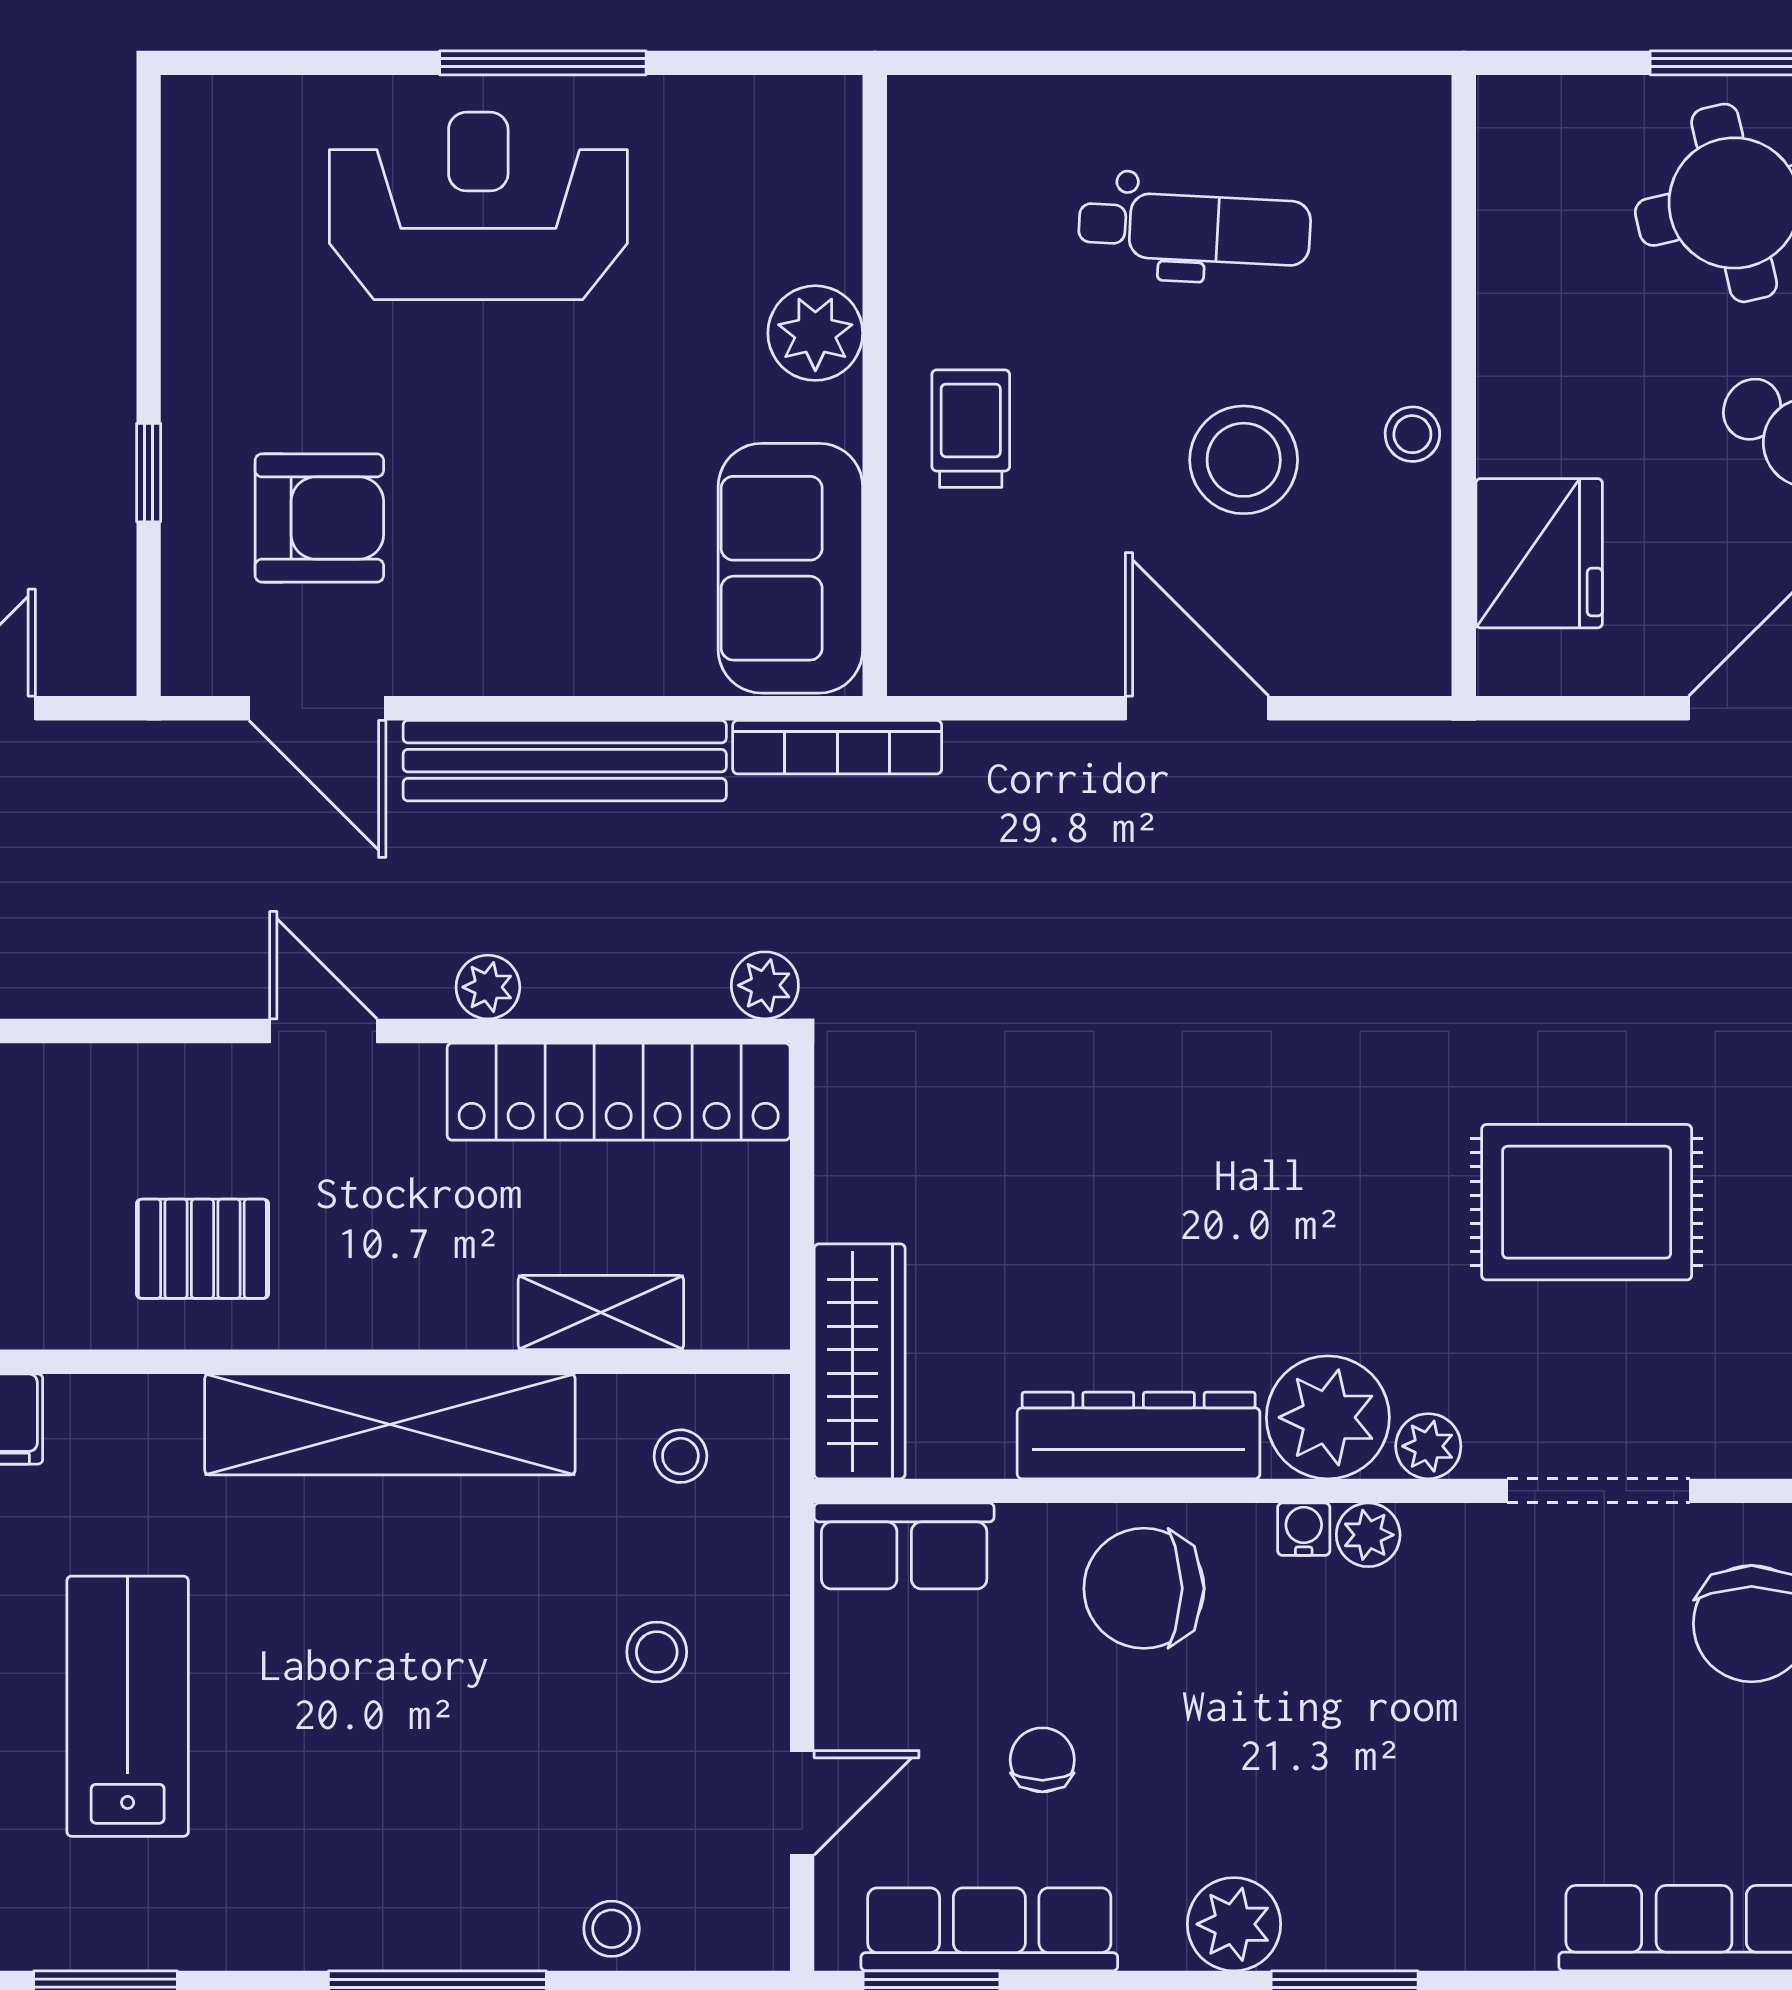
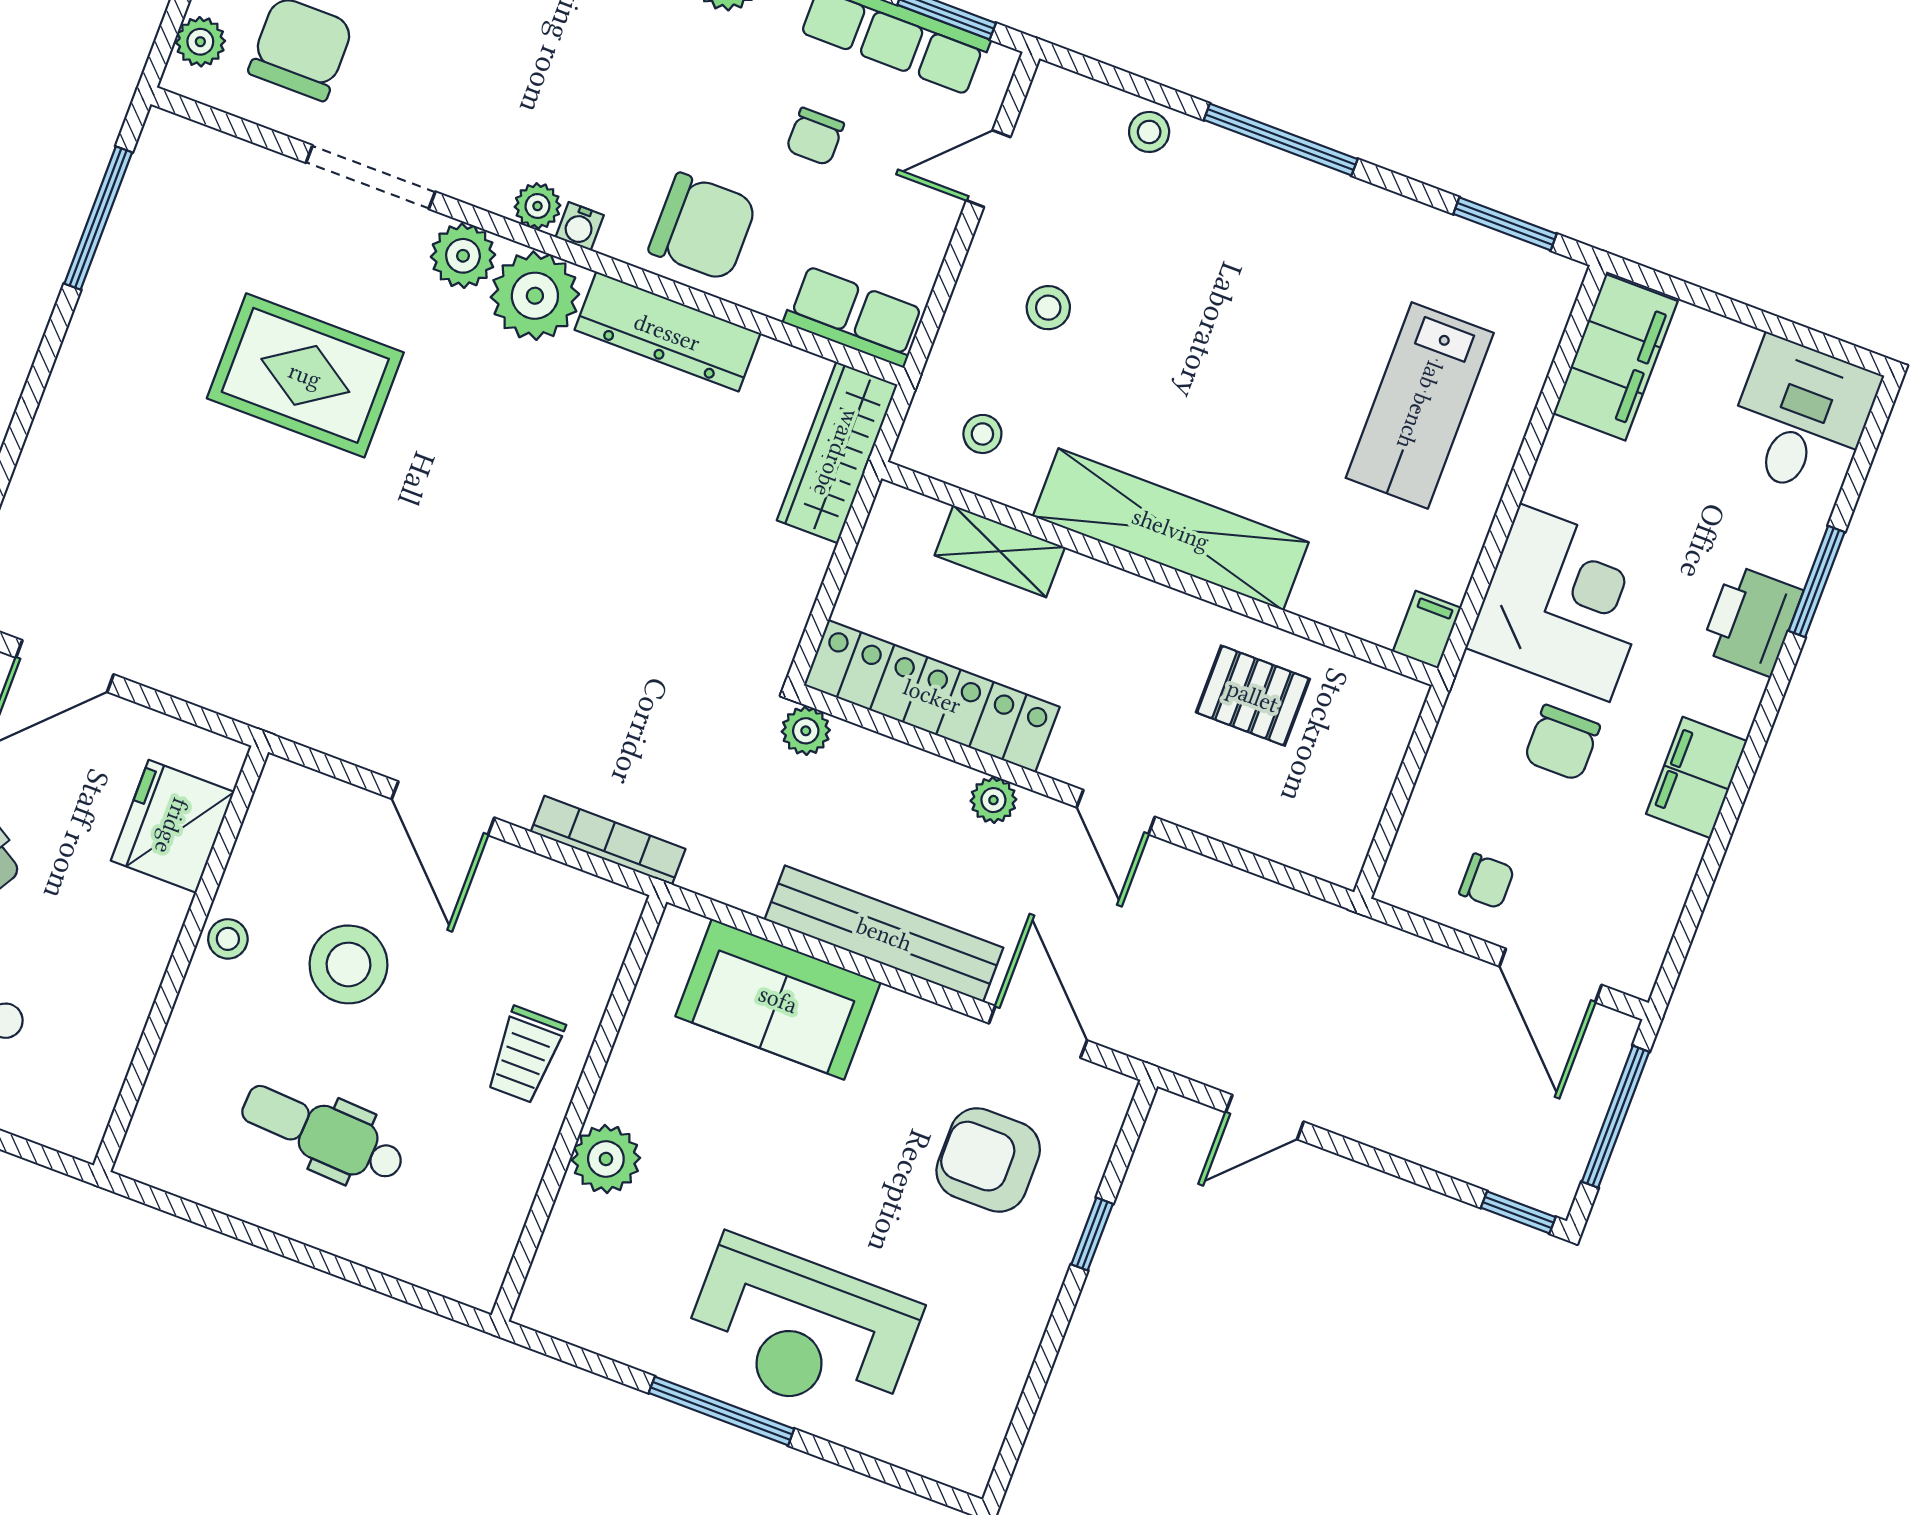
sofa: (790, 568) -> (778, 999), moved, turned 90
bookcase: (837, 747) -> (608, 840), moved
plant: (1428, 1446) -> (463, 256), width x1.38, depth x1.38

